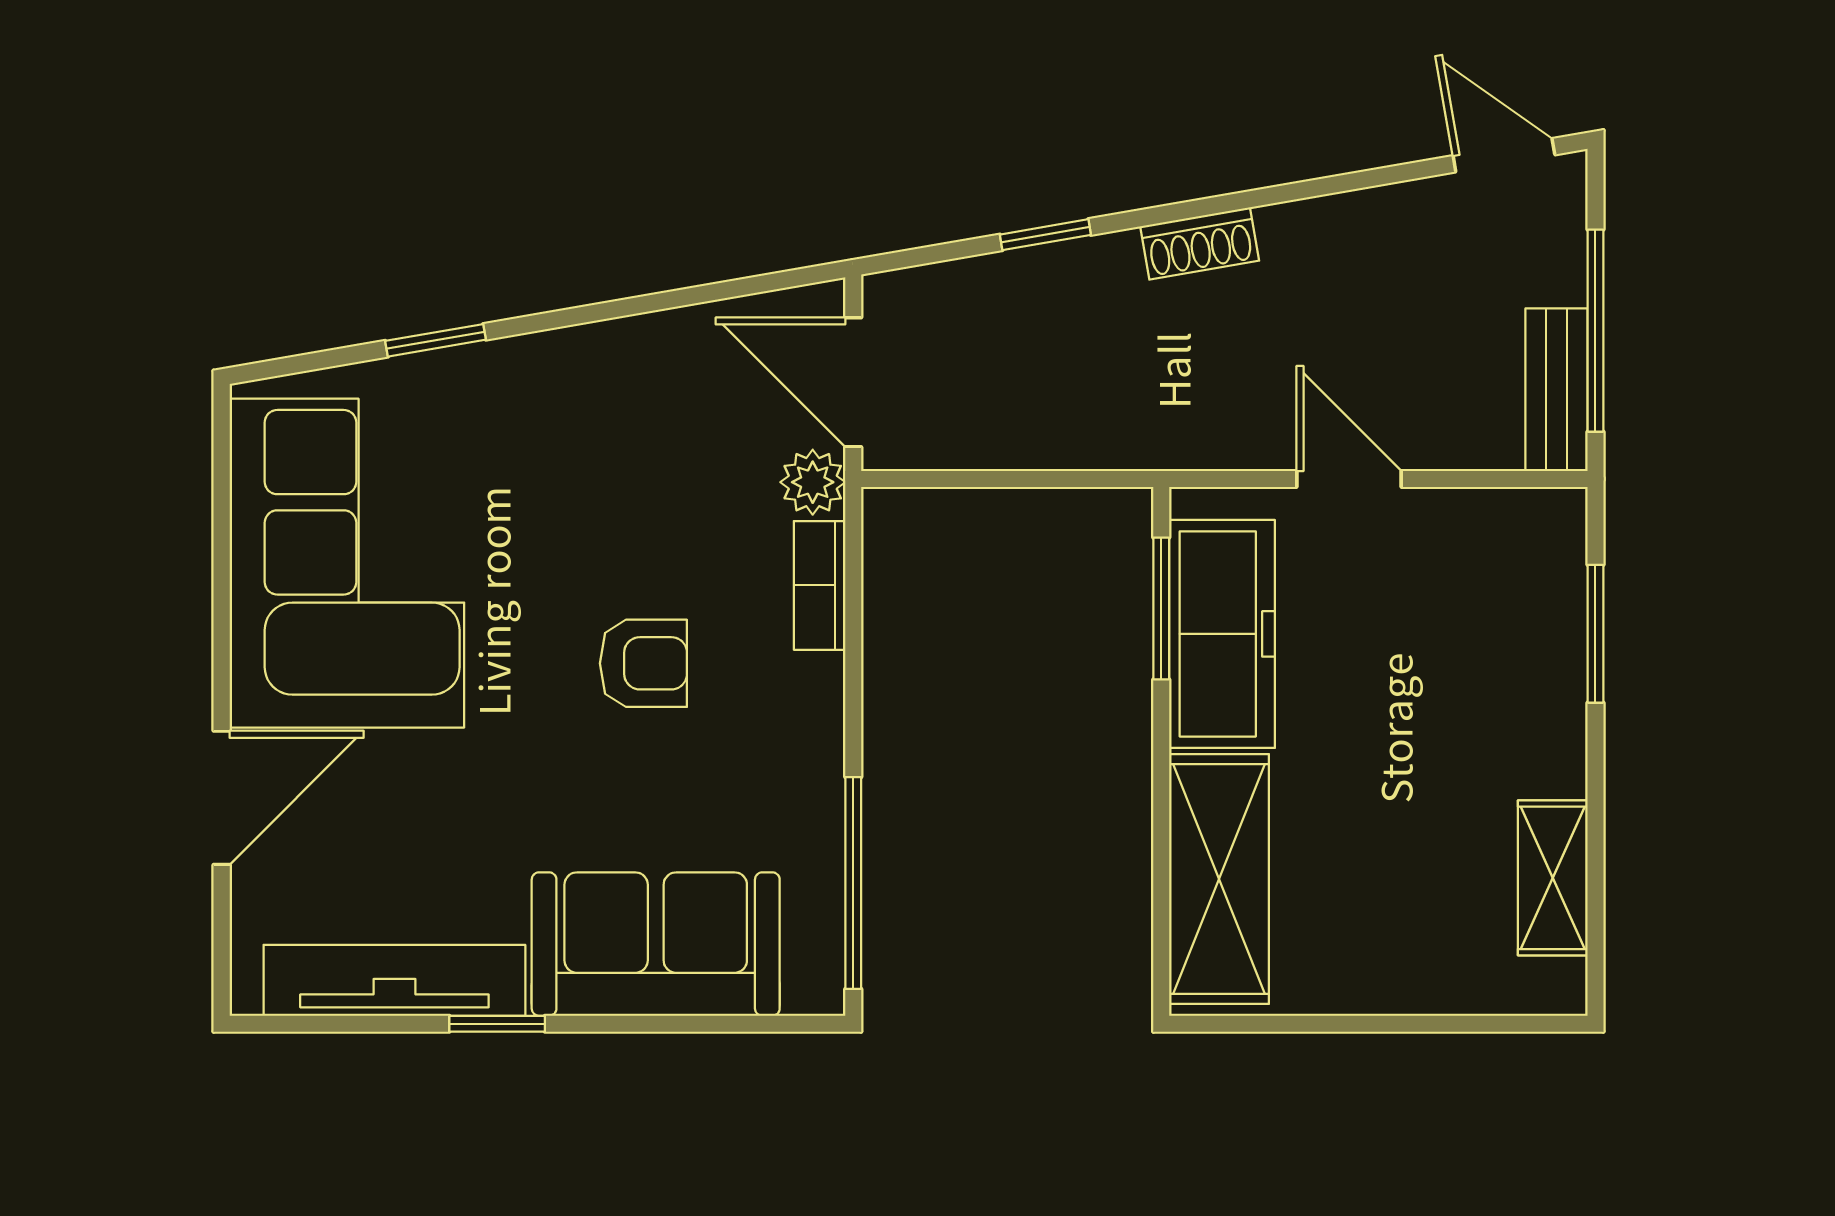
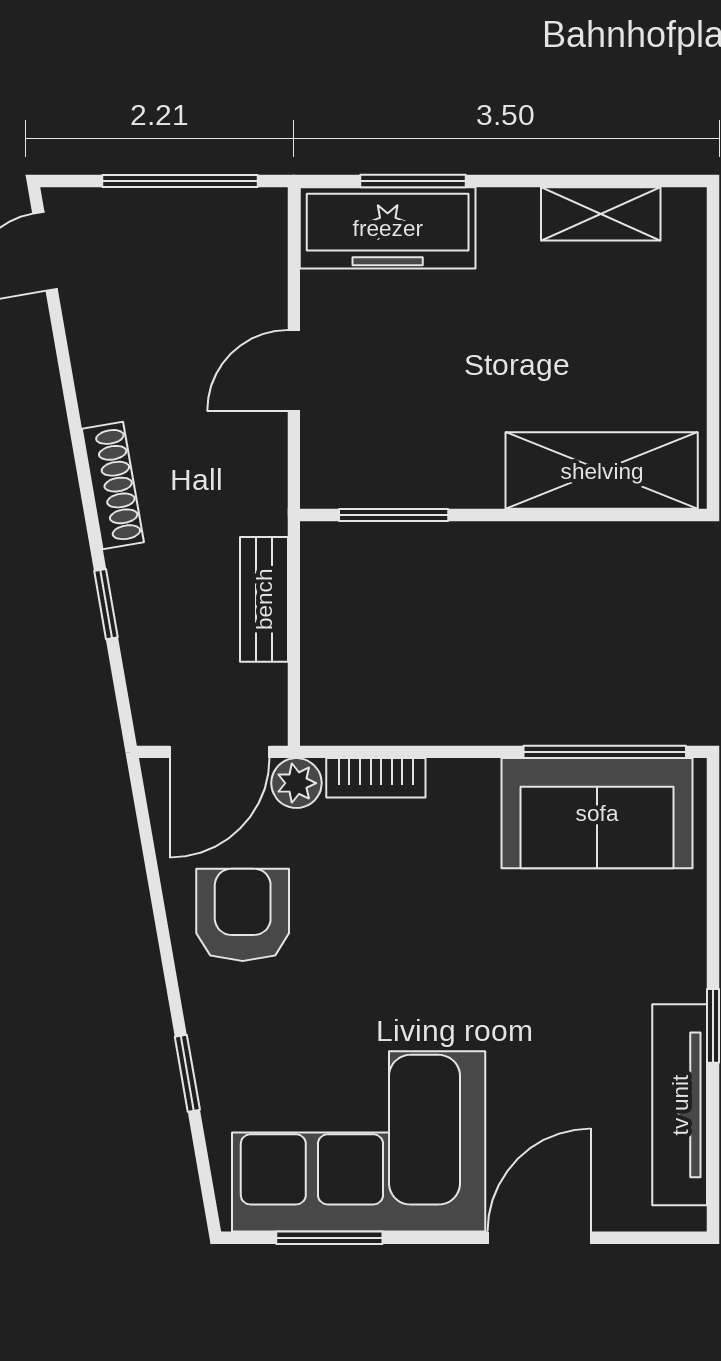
shoe rack: (1200, 243) -> (113, 486), width x1.43
bench: (1556, 390) -> (264, 599), moved, turned 90
window: (222, 525) -> (329, 1238), added
freezer: (1222, 634) -> (388, 228), moved, turned 180
armchair: (643, 663) -> (243, 915), moved, width x1.38, depth x1.38
door: (222, 798) -> (539, 1238), hinge flipped
sofa: (656, 944) -> (597, 813), moved, turned -90

